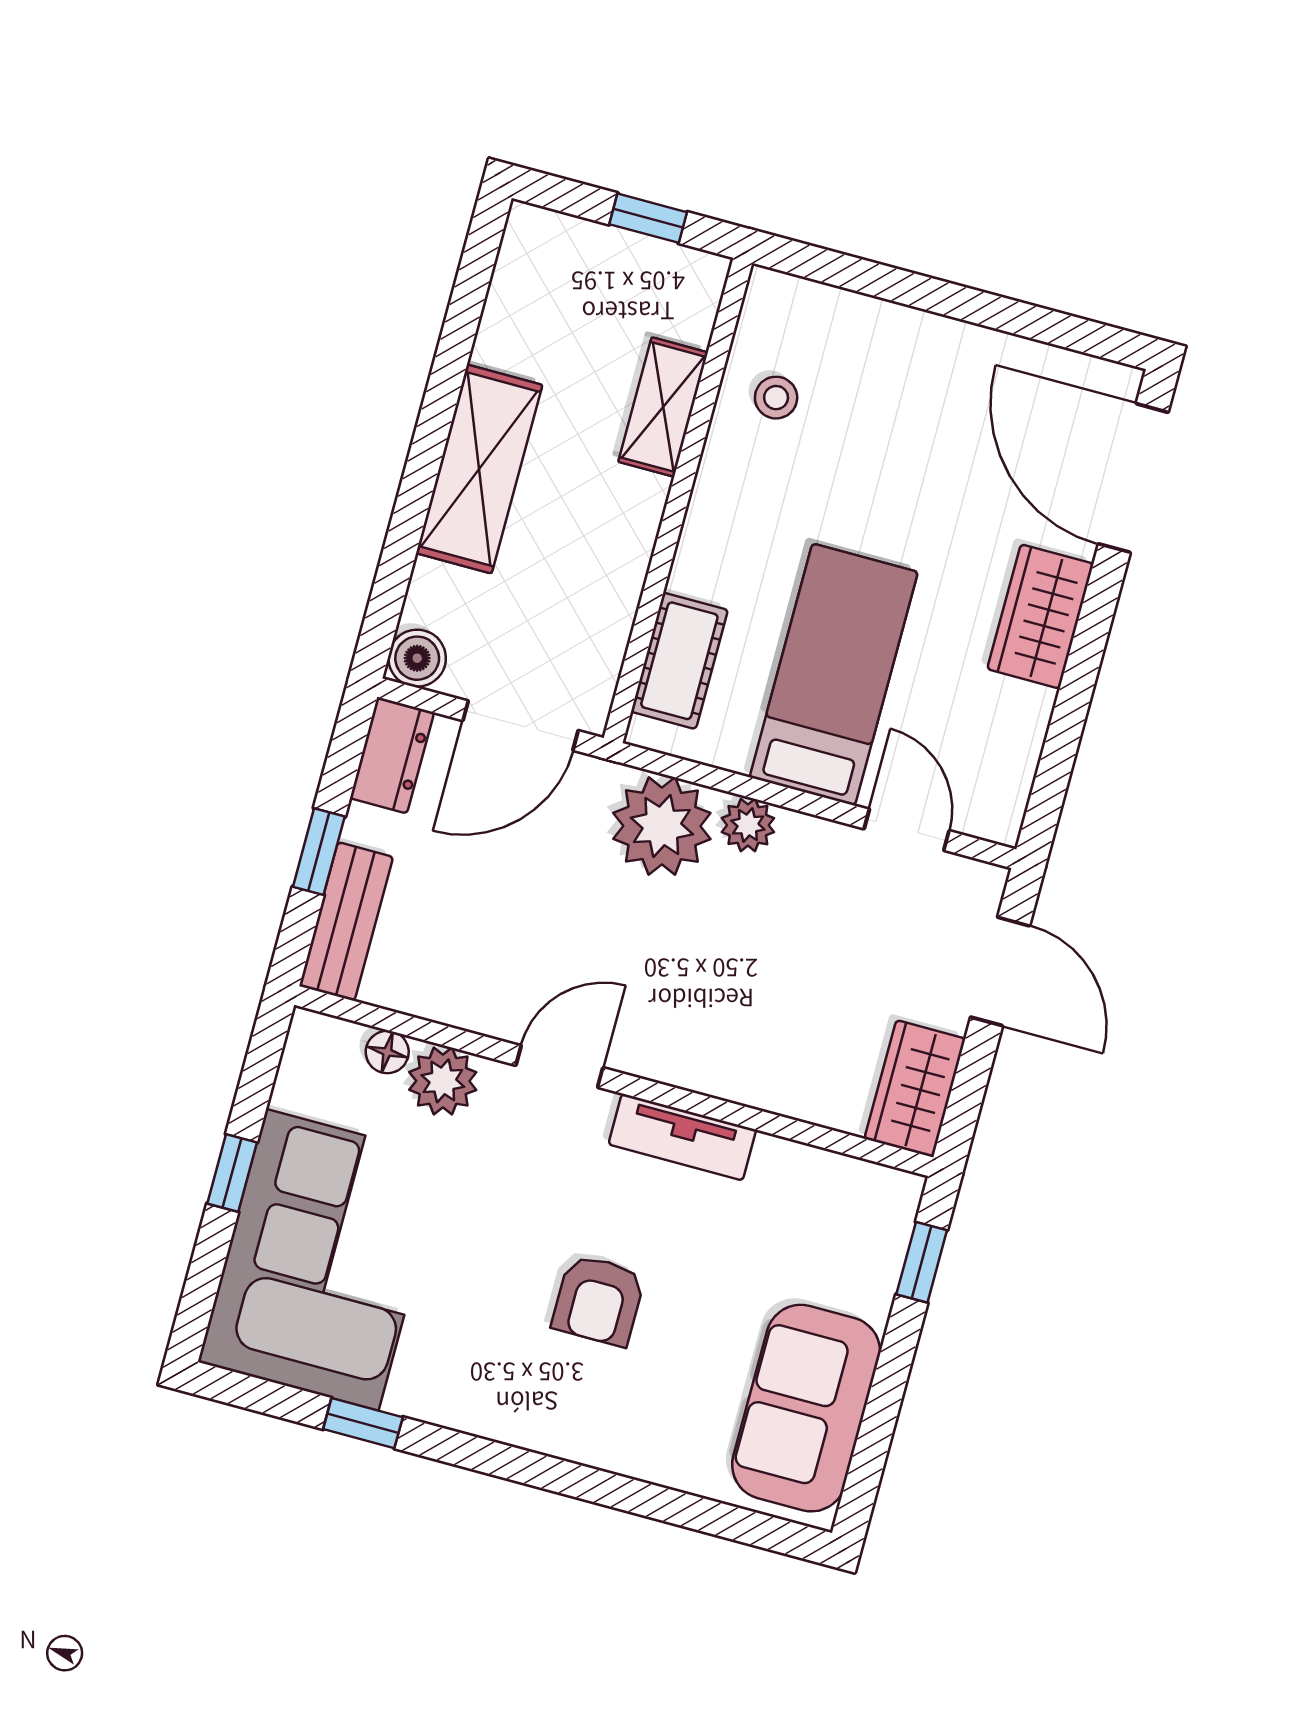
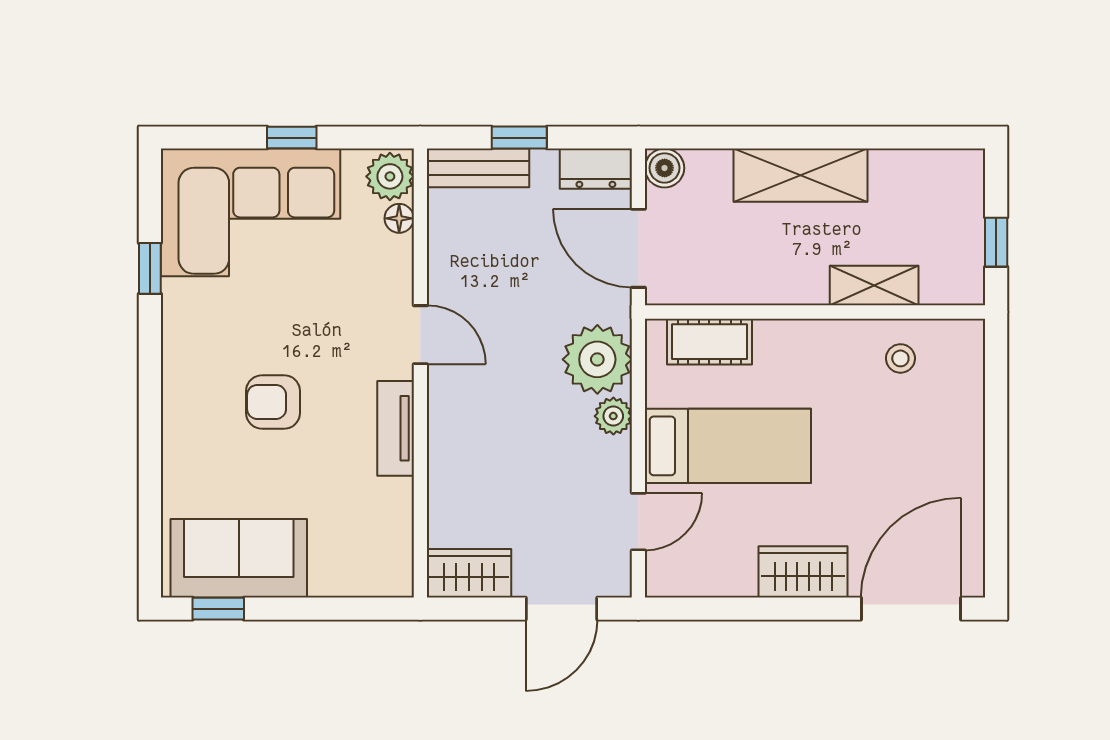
plant: (443, 1081) -> (390, 176), moved
window: (922, 1262) -> (218, 609), moved

